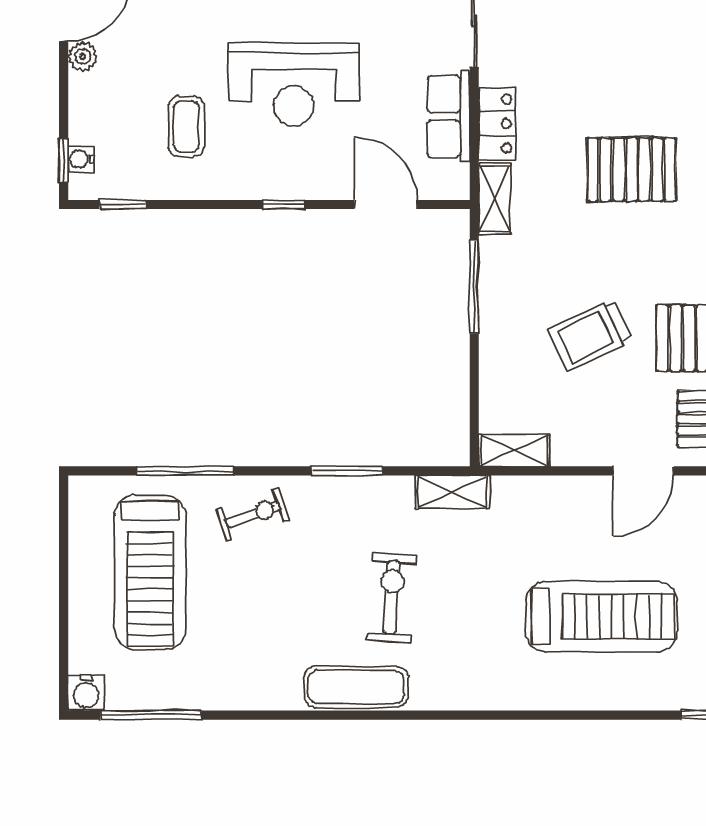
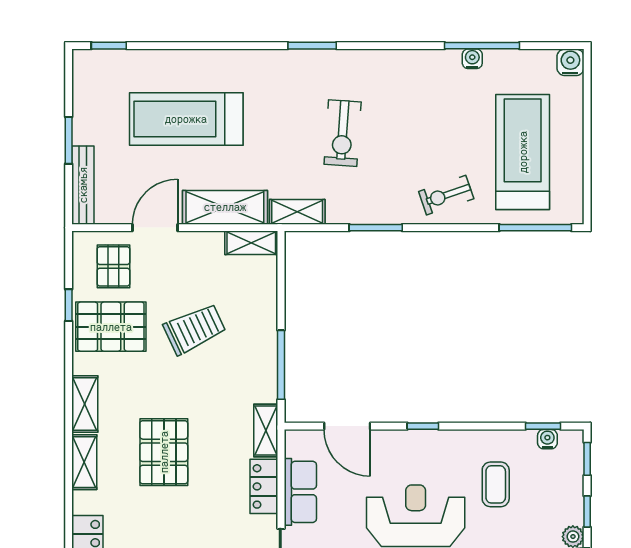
window: (64, 90) -> (587, 511), added
water cooler: (81, 159) -> (547, 439), moved, turned -90
pallet: (632, 170) -> (164, 452), turned 90
window: (186, 471) -> (535, 228), moved
shelving: (550, 498) -> (225, 207), added
exercise mat: (356, 687) -> (369, 67), removed
water cooler: (218, 697) -> (472, 59), added
window: (151, 715) -> (482, 46), moved
window: (433, 715) -> (312, 46), added

